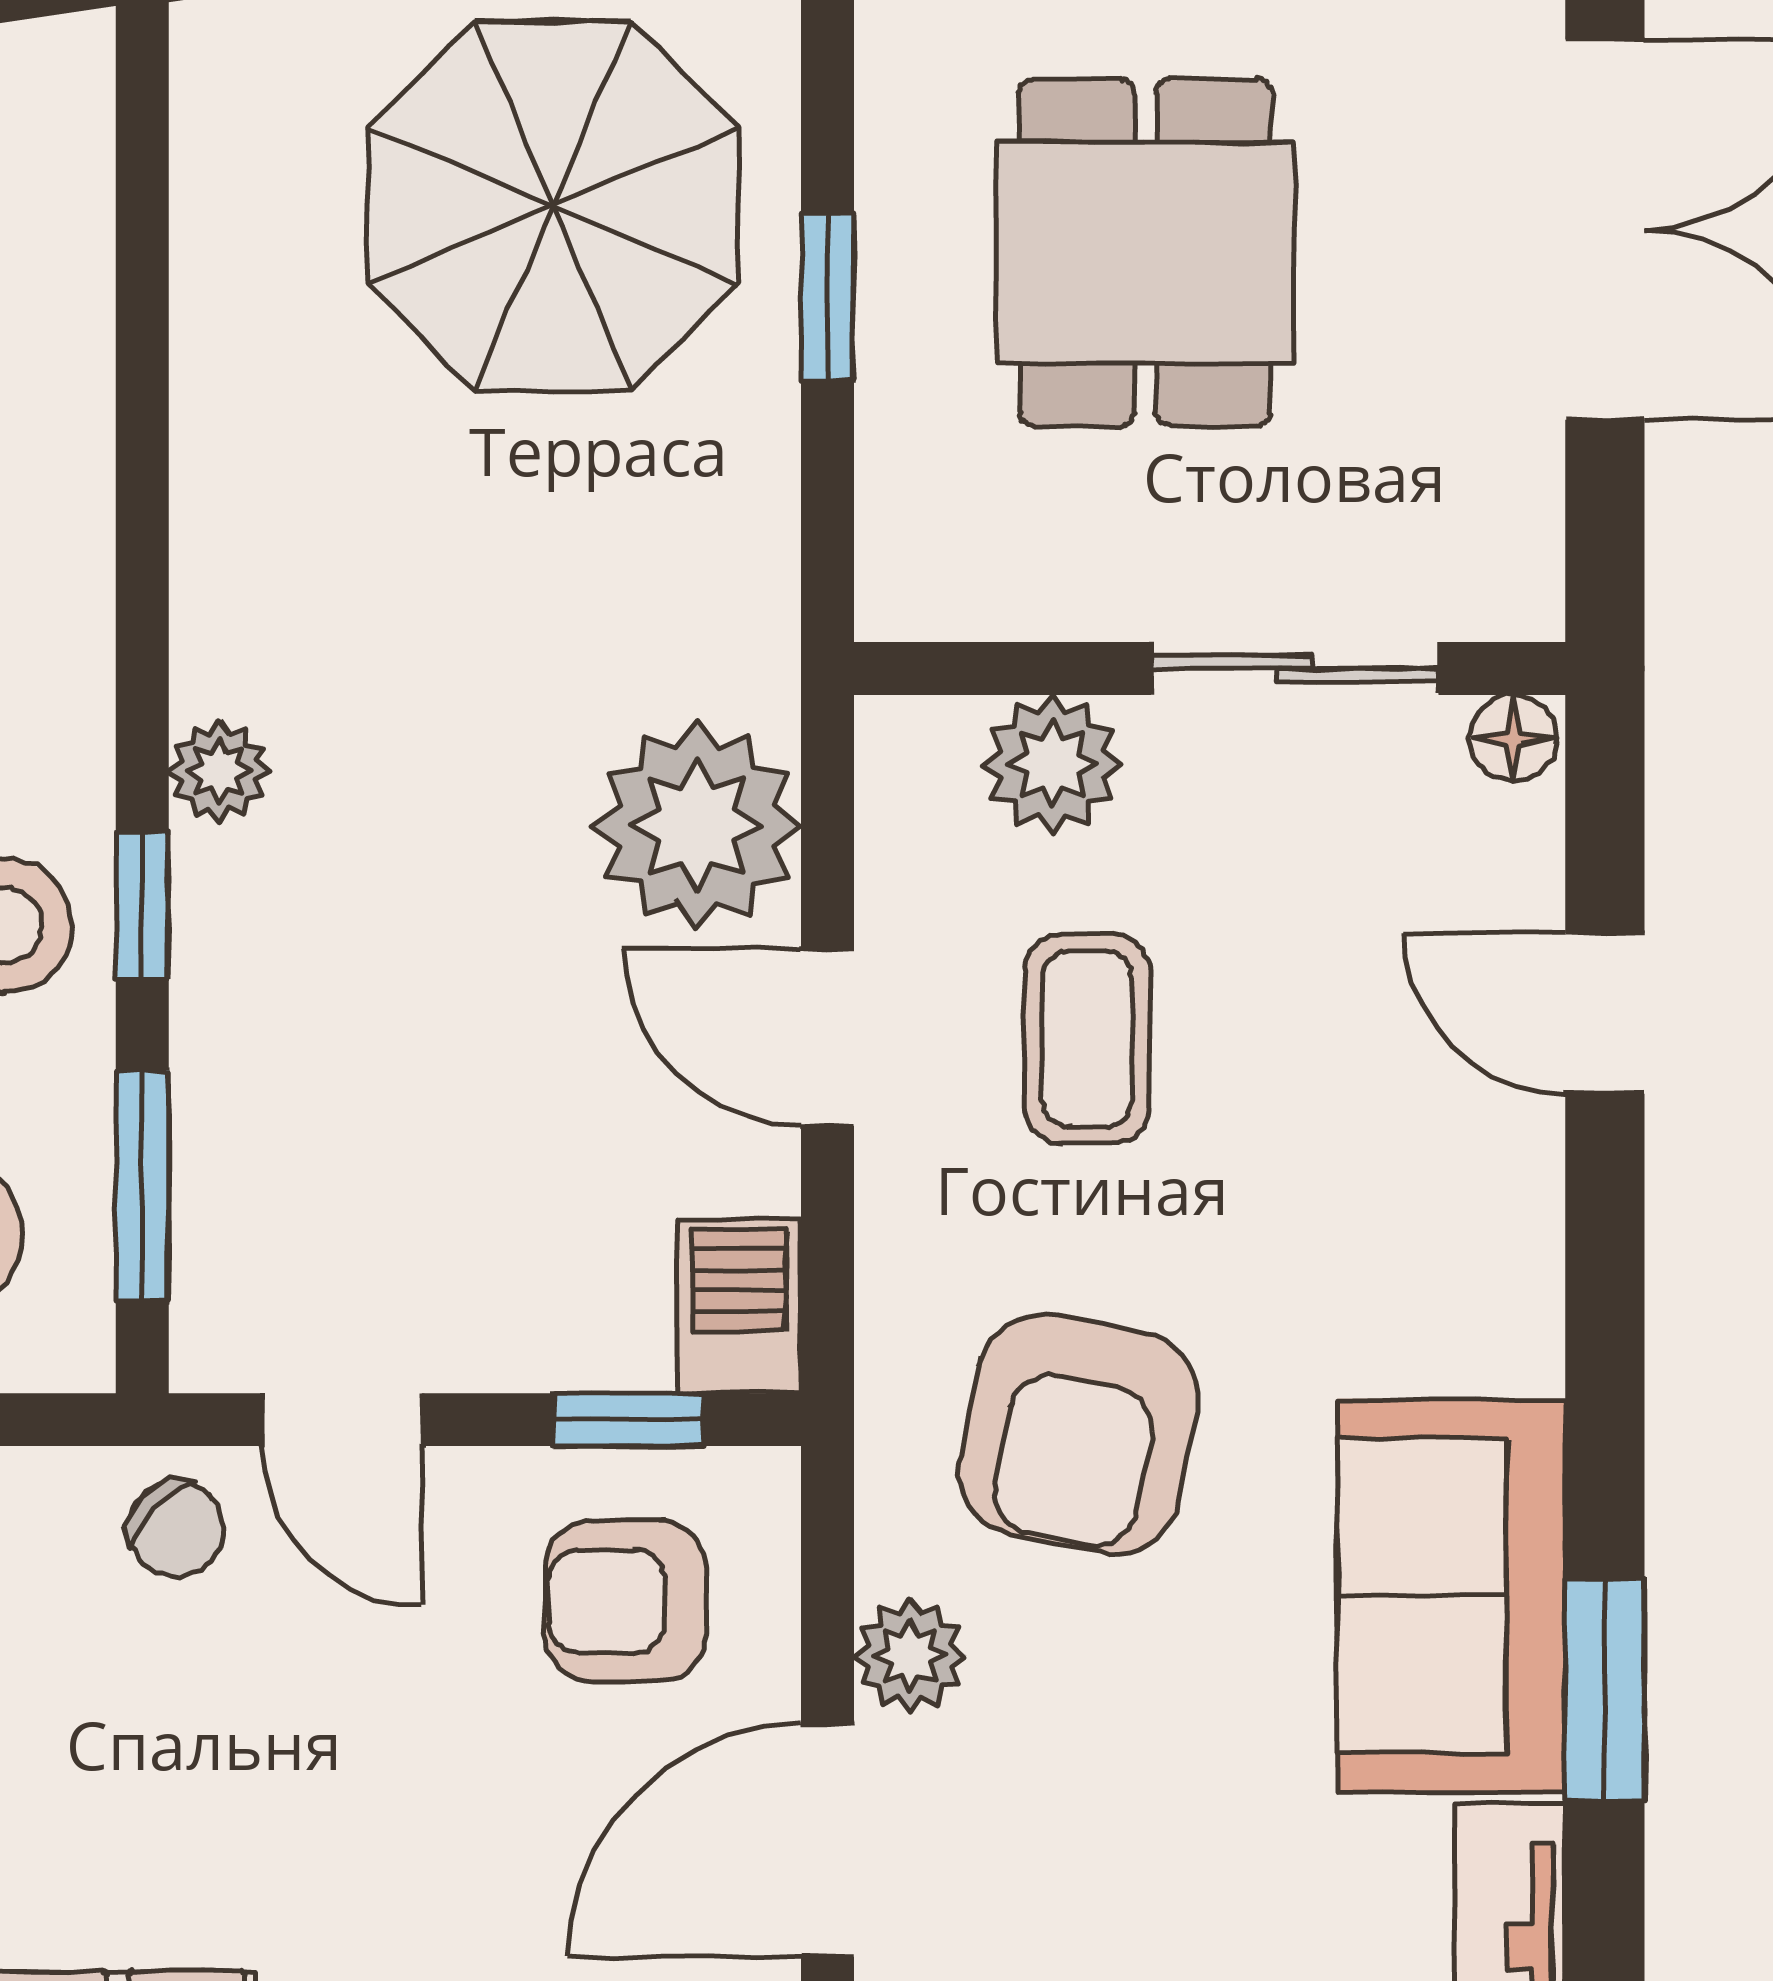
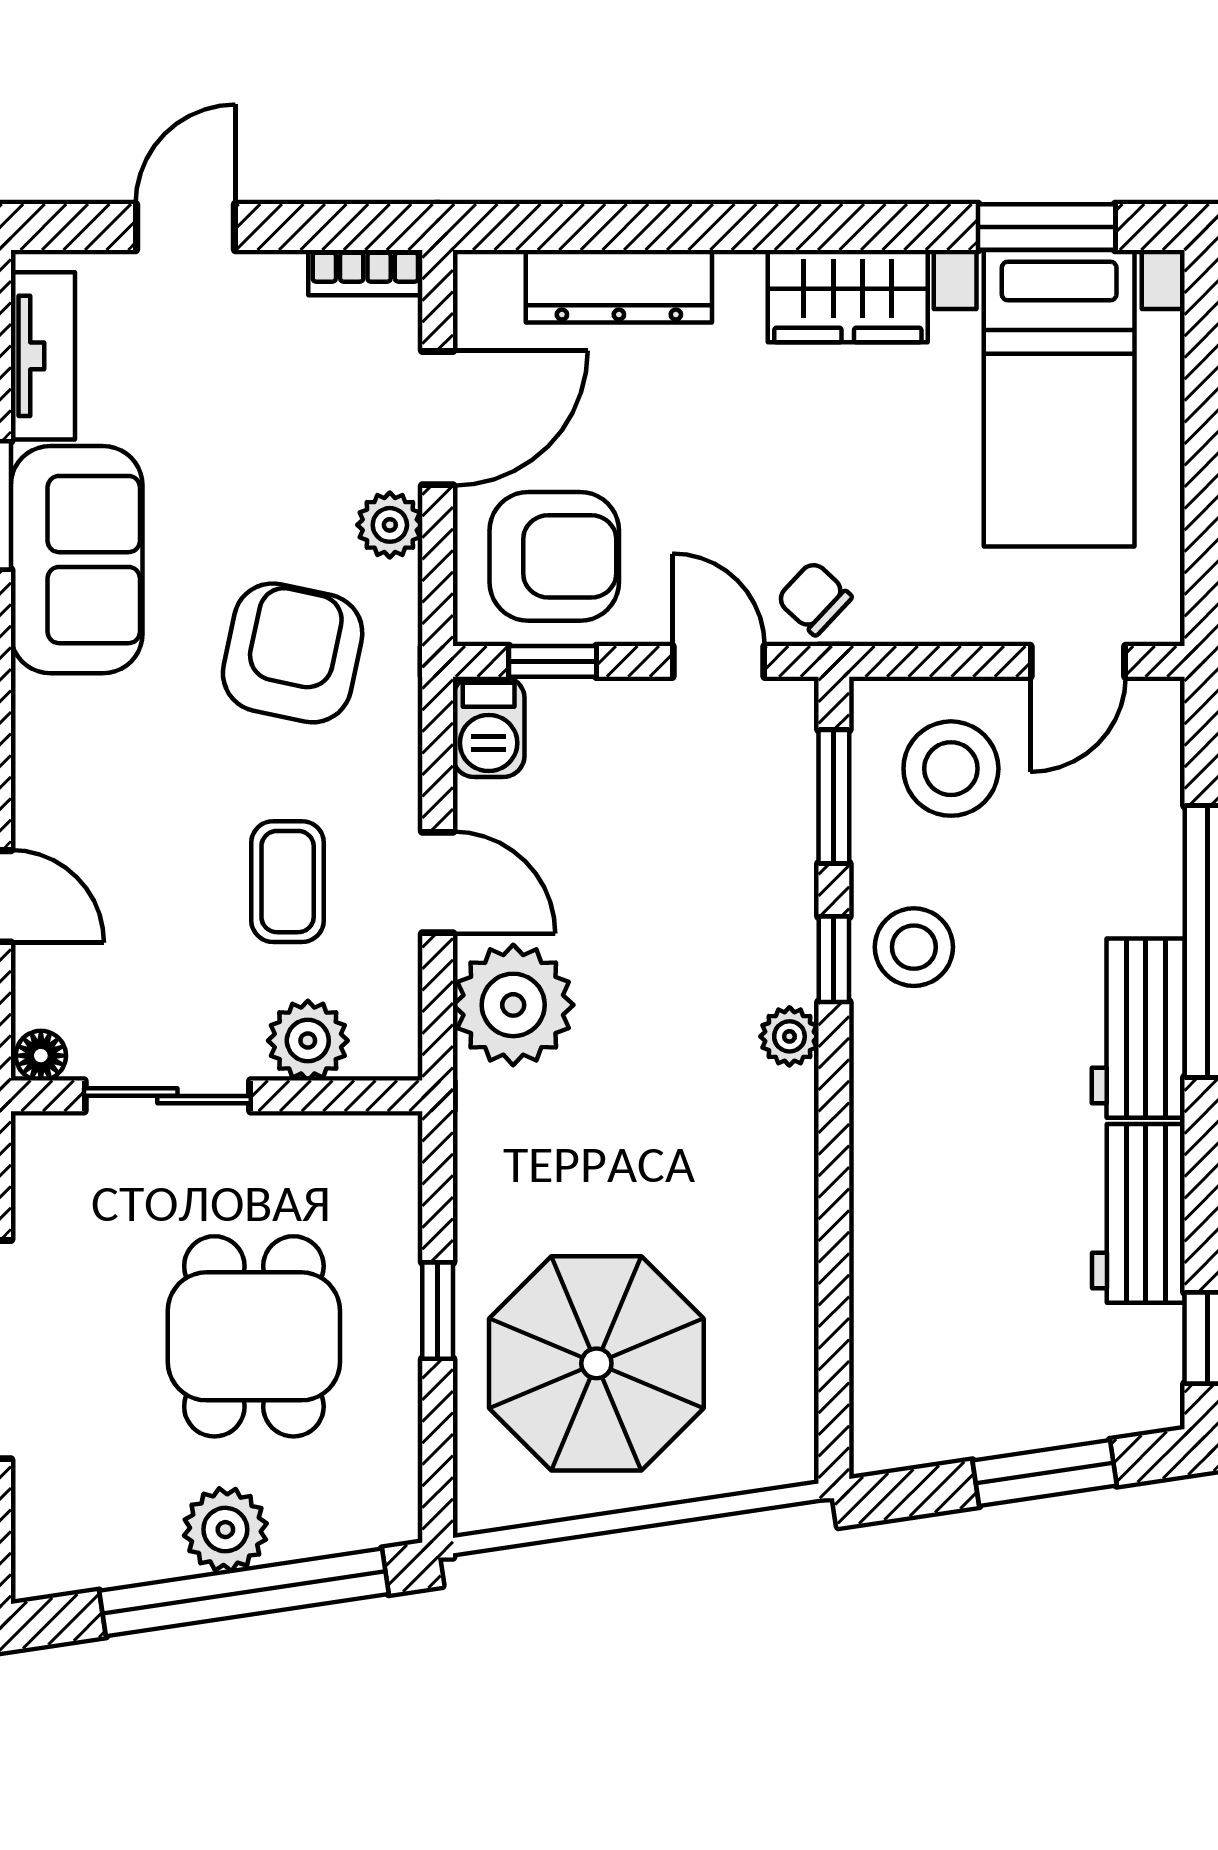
armchair: (626, 1601) -> (554, 556), width x1.38, depth x1.38

